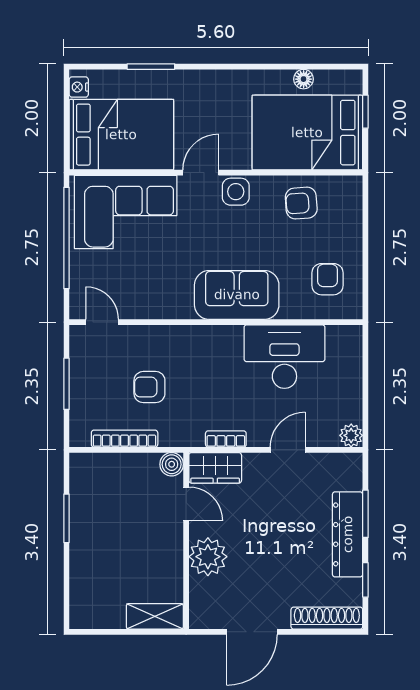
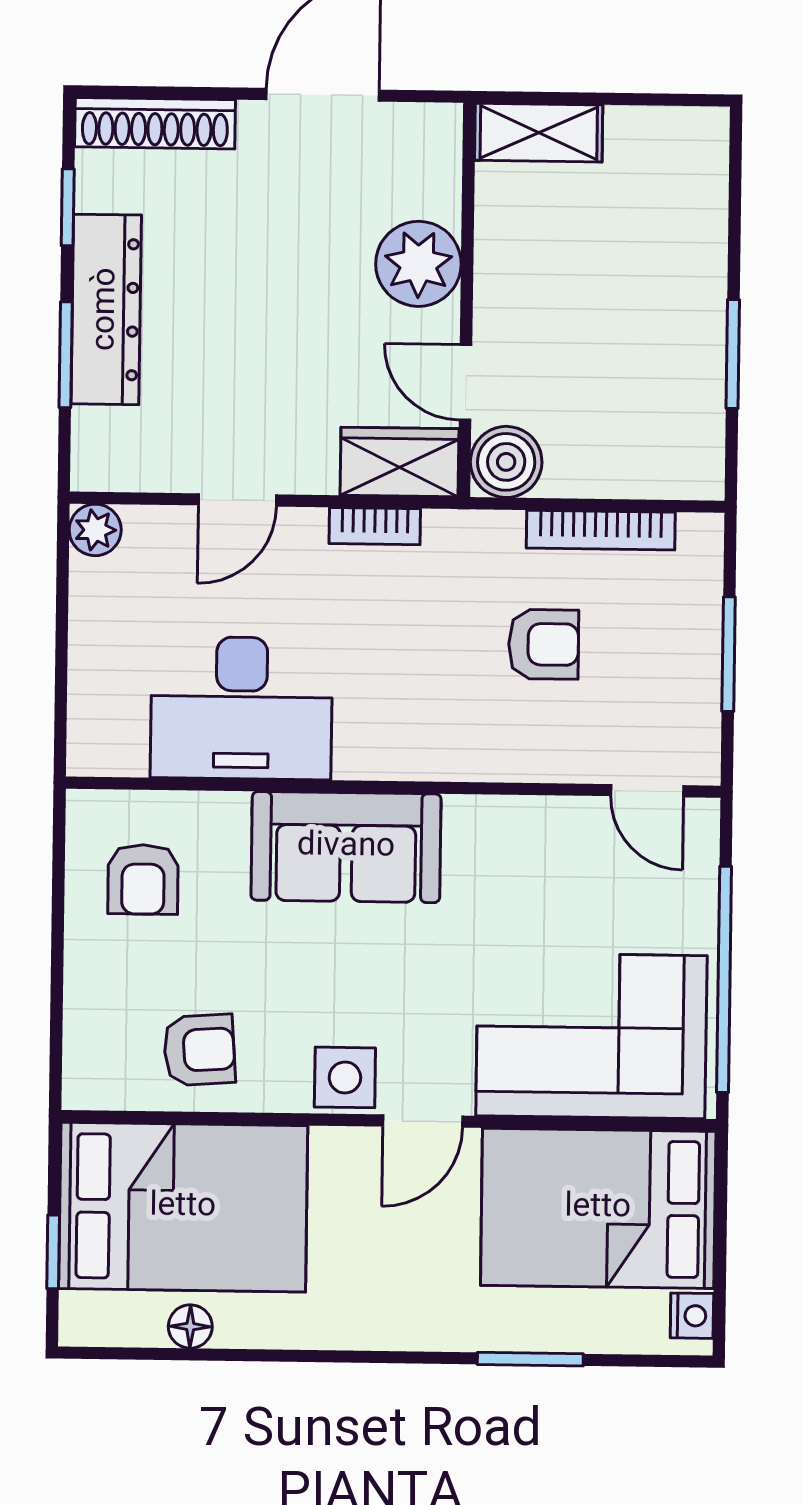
boiler: (172, 464) -> (506, 462), width x1.36, depth x1.36

